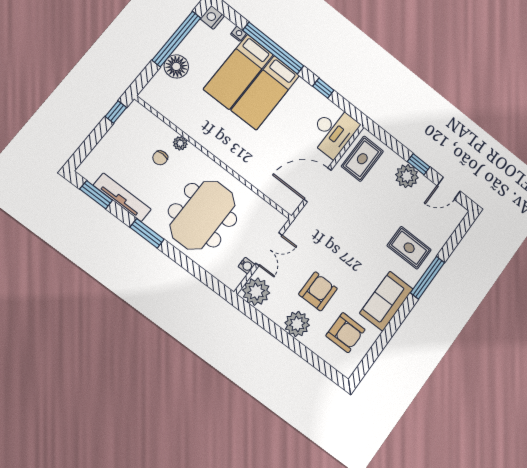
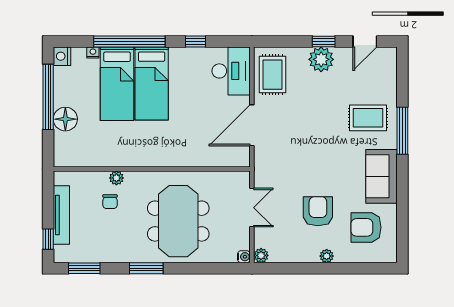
window: (116, 112) -> (48, 239), moved
tv unit: (122, 197) -> (61, 215), moved, turned 90
water cooler: (247, 266) -> (244, 257), moved
plant: (256, 292) -> (261, 255), width x0.53, depth x0.53
plant: (297, 324) -> (327, 256), width x0.53, depth x0.53
armchair: (345, 333) -> (366, 227), turned 180

